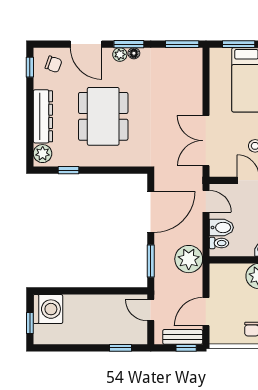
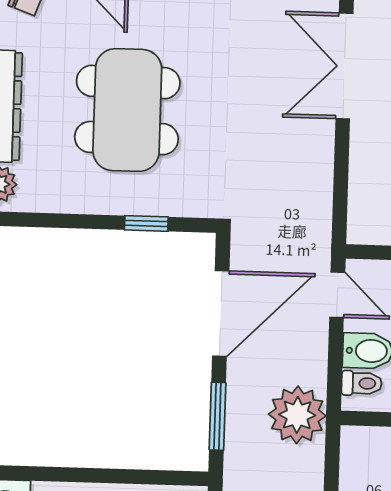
double door: (206, 141) -> (344, 66), moved
window: (68, 170) -> (146, 223), moved

